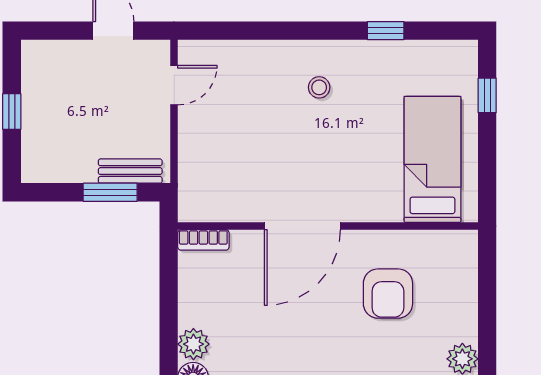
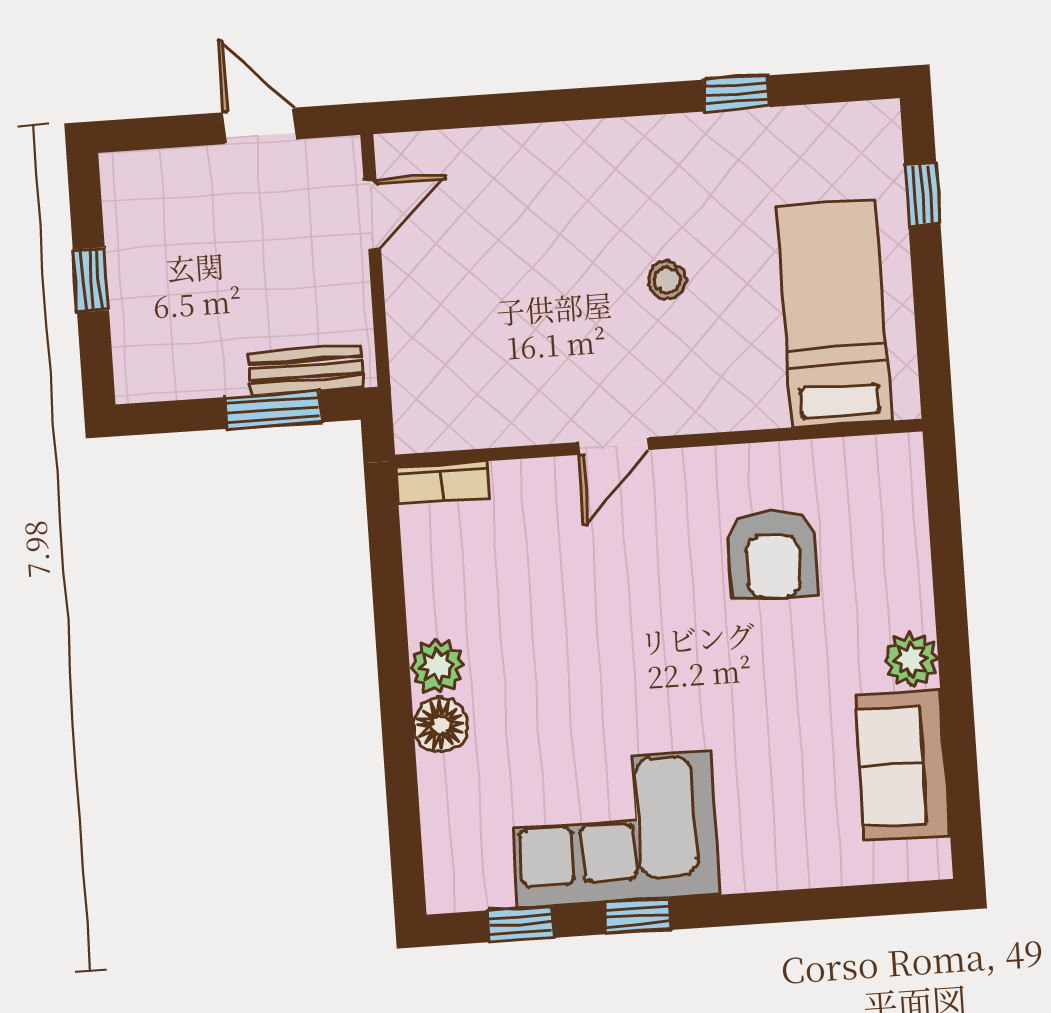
stool: (319, 87) -> (667, 280), moved
door: (302, 226) -> (614, 446), width x0.53

